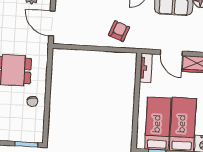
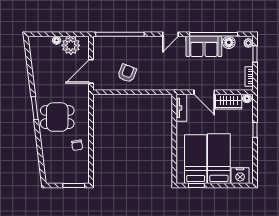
door: (52, 23) -> (91, 71), hinge flipped
armchair: (119, 31) -> (127, 73), moved

